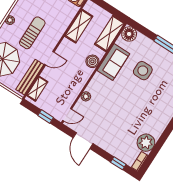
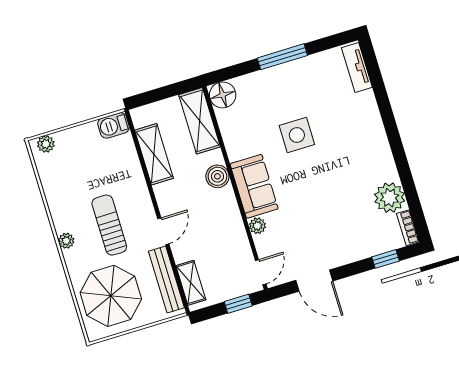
sofa: (113, 62) -> (254, 186), moved
side table: (143, 71) -> (297, 135), moved

